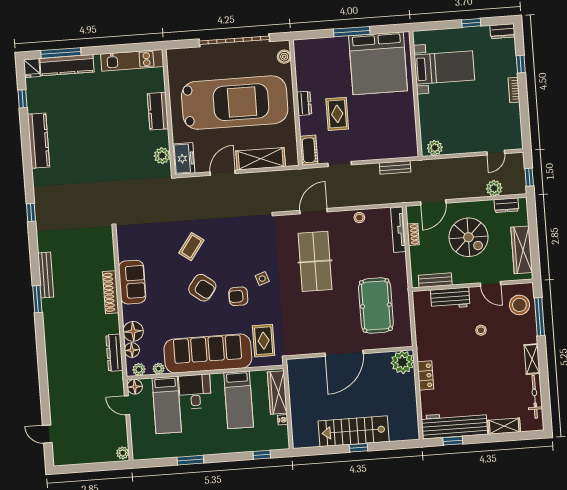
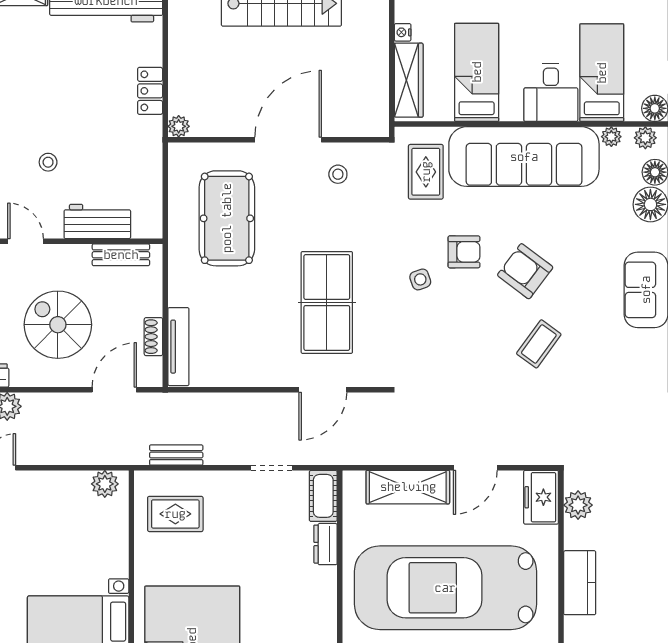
dresser: (304, 103) -> (325, 544), moved
rug: (337, 114) -> (175, 514), moved, turned 90
stool: (359, 218) -> (338, 174), moved
plant: (402, 362) -> (179, 126), width x0.53, depth x0.53

